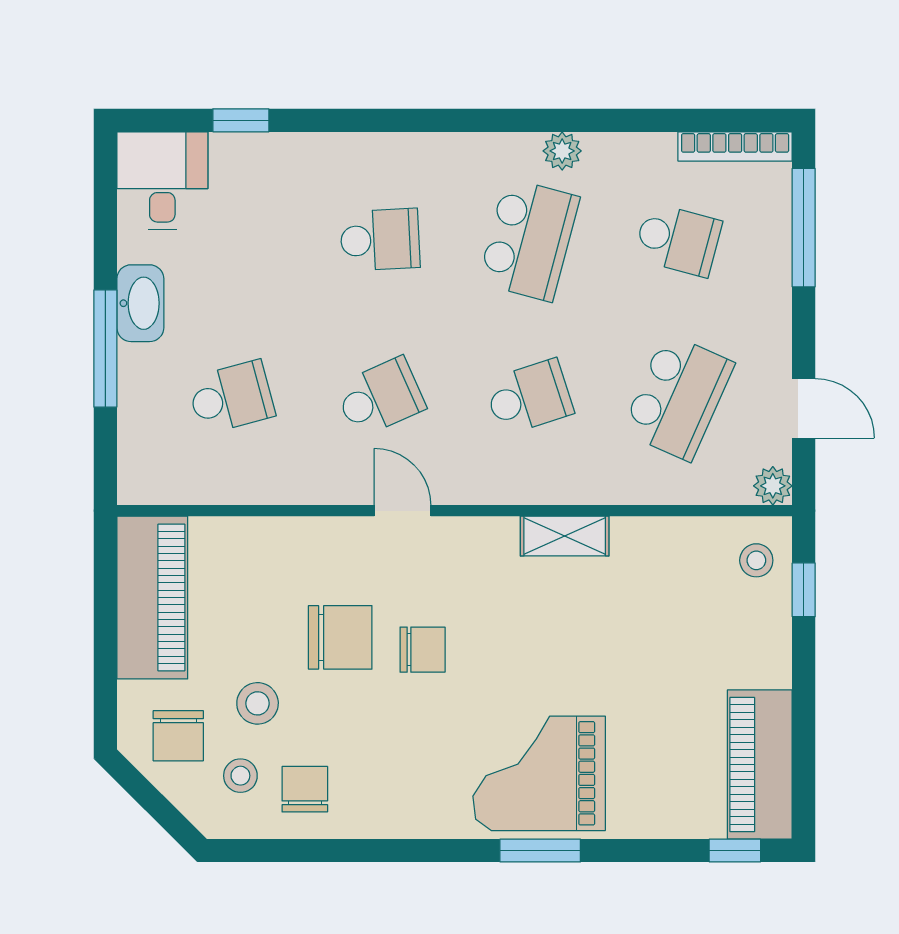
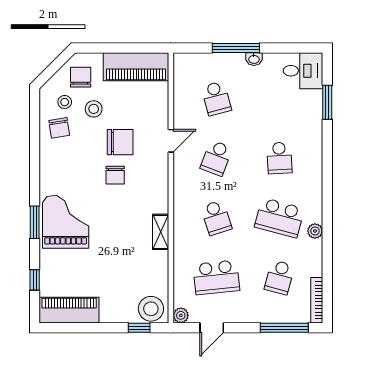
window: (241, 120) -> (327, 102), width x1.50
washbasin: (140, 303) -> (254, 59), width x0.52, depth x0.69
school desk: (380, 397) -> (216, 158), turned 45
school desk: (678, 397) -> (216, 277), turned -30
door: (402, 511) -> (171, 141), moved
stool: (756, 560) -> (151, 309), width x1.89, depth x1.89
chair: (340, 637) -> (120, 142), turned -90
chair: (178, 736) -> (81, 77), turned 90
chair: (305, 789) -> (59, 128), turned 81
window: (735, 851) -> (35, 280), moved

